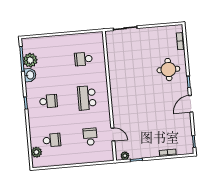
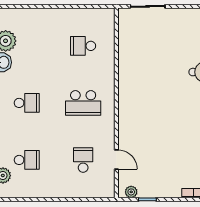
school desk: (87, 98) -> (83, 103), turned -90

